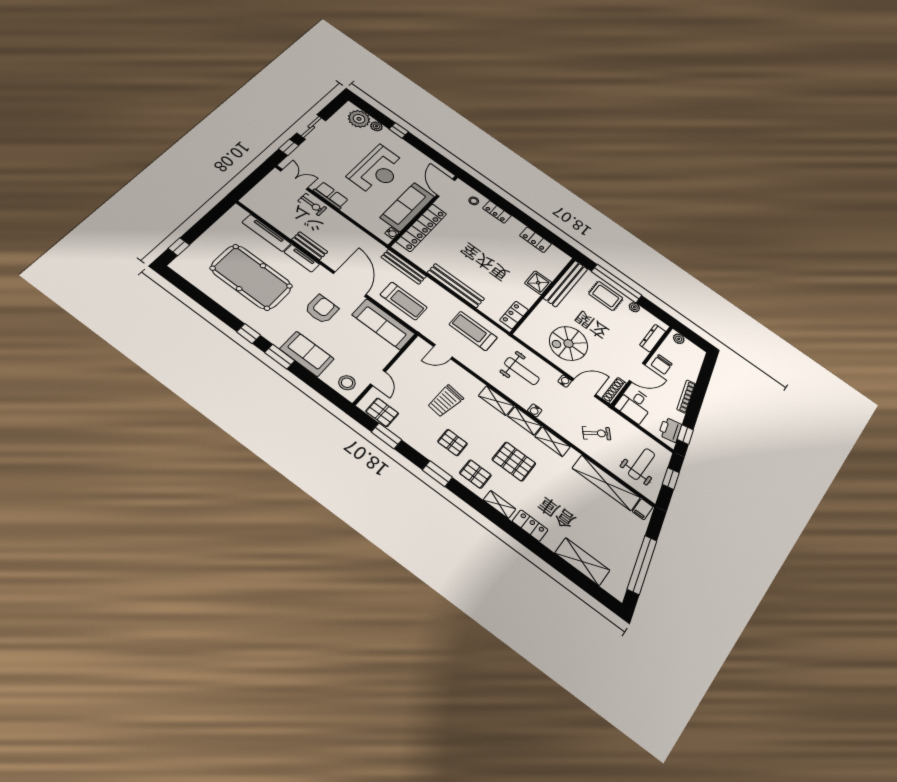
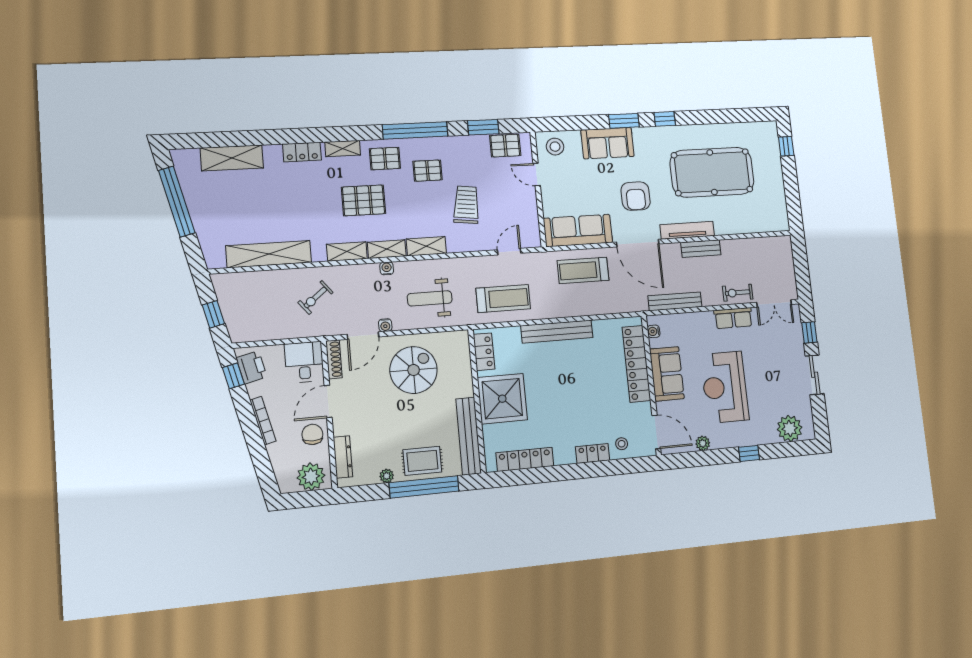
plant: (376, 126) -> (703, 443), moved
sofa: (407, 207) -> (667, 374), width x0.73
tv unit: (266, 233) -> (742, 226), removed
locker: (535, 240) -> (525, 459), width x1.53
tv unit: (302, 258) -> (687, 230), width x1.41
bench: (404, 267) -> (675, 301), moved
shower: (538, 283) -> (502, 399), width x1.86, depth x1.86
plant: (679, 339) -> (311, 477), width x1.87, depth x1.87
weight bench: (641, 464) -> (251, 304), removed
window: (437, 474) -> (415, 130), width x2.11
filing cabinet: (643, 509) -> (216, 258), removed

